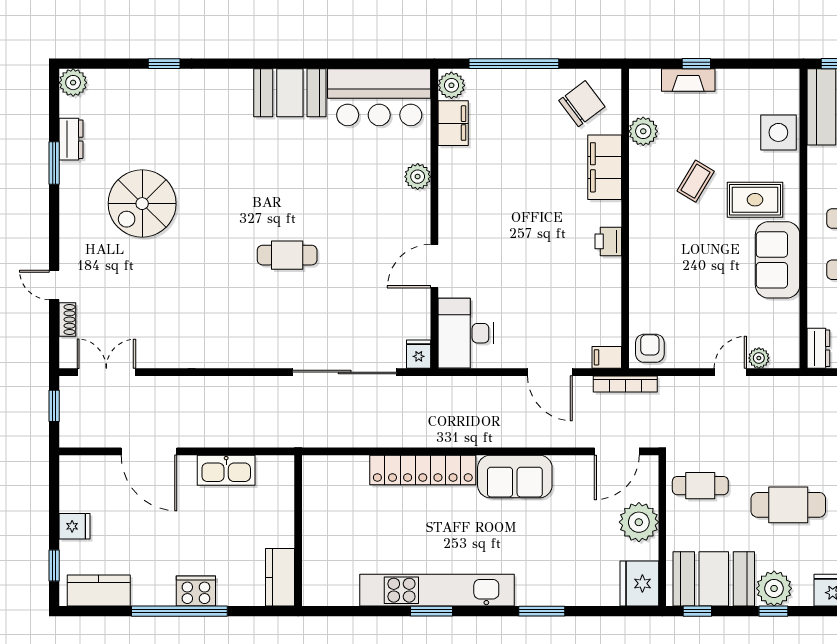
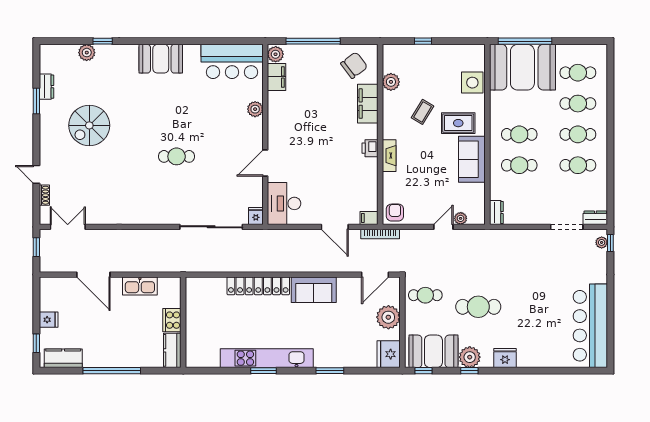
fireplace: (688, 80) -> (389, 156), moved, turned -90
plant: (73, 83) -> (87, 53), moved
booth: (290, 93) -> (161, 59), moved
cooker: (196, 591) -> (172, 320), moved, turned -90

